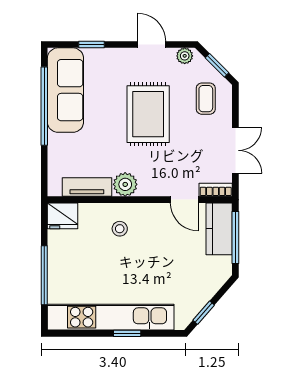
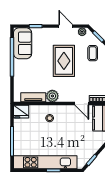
sofa: (65, 90) -> (23, 43), width x0.73

